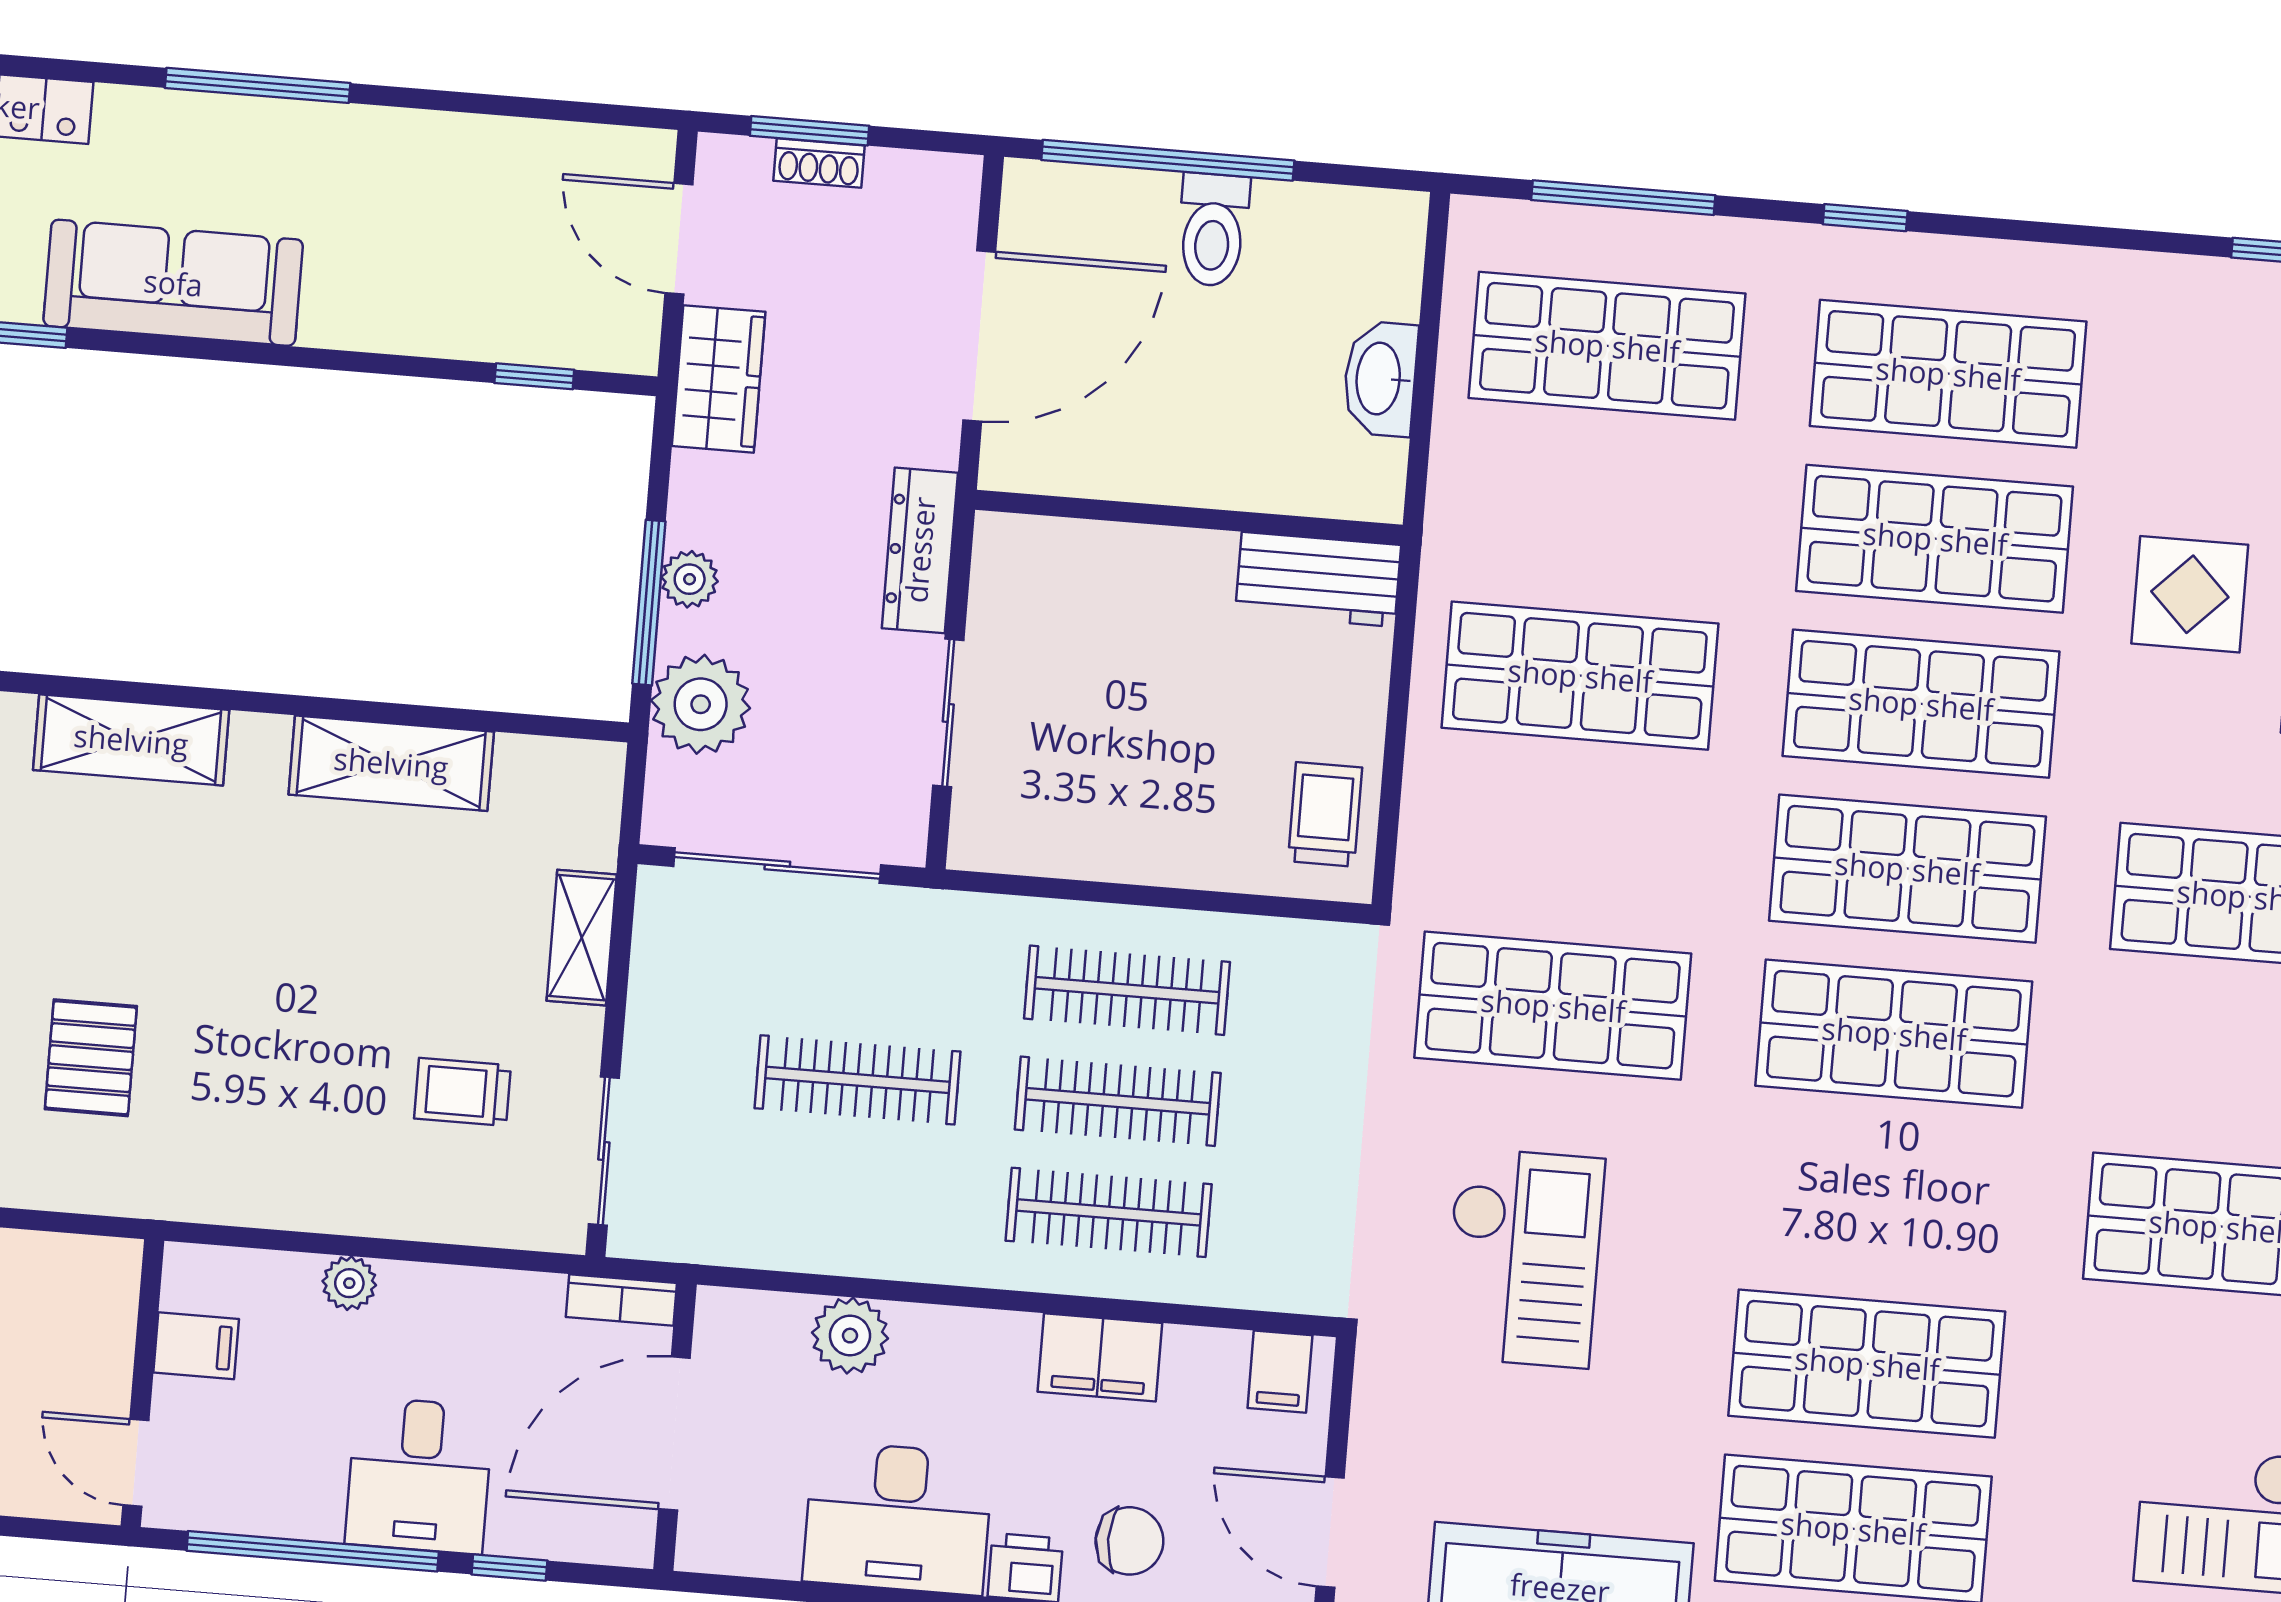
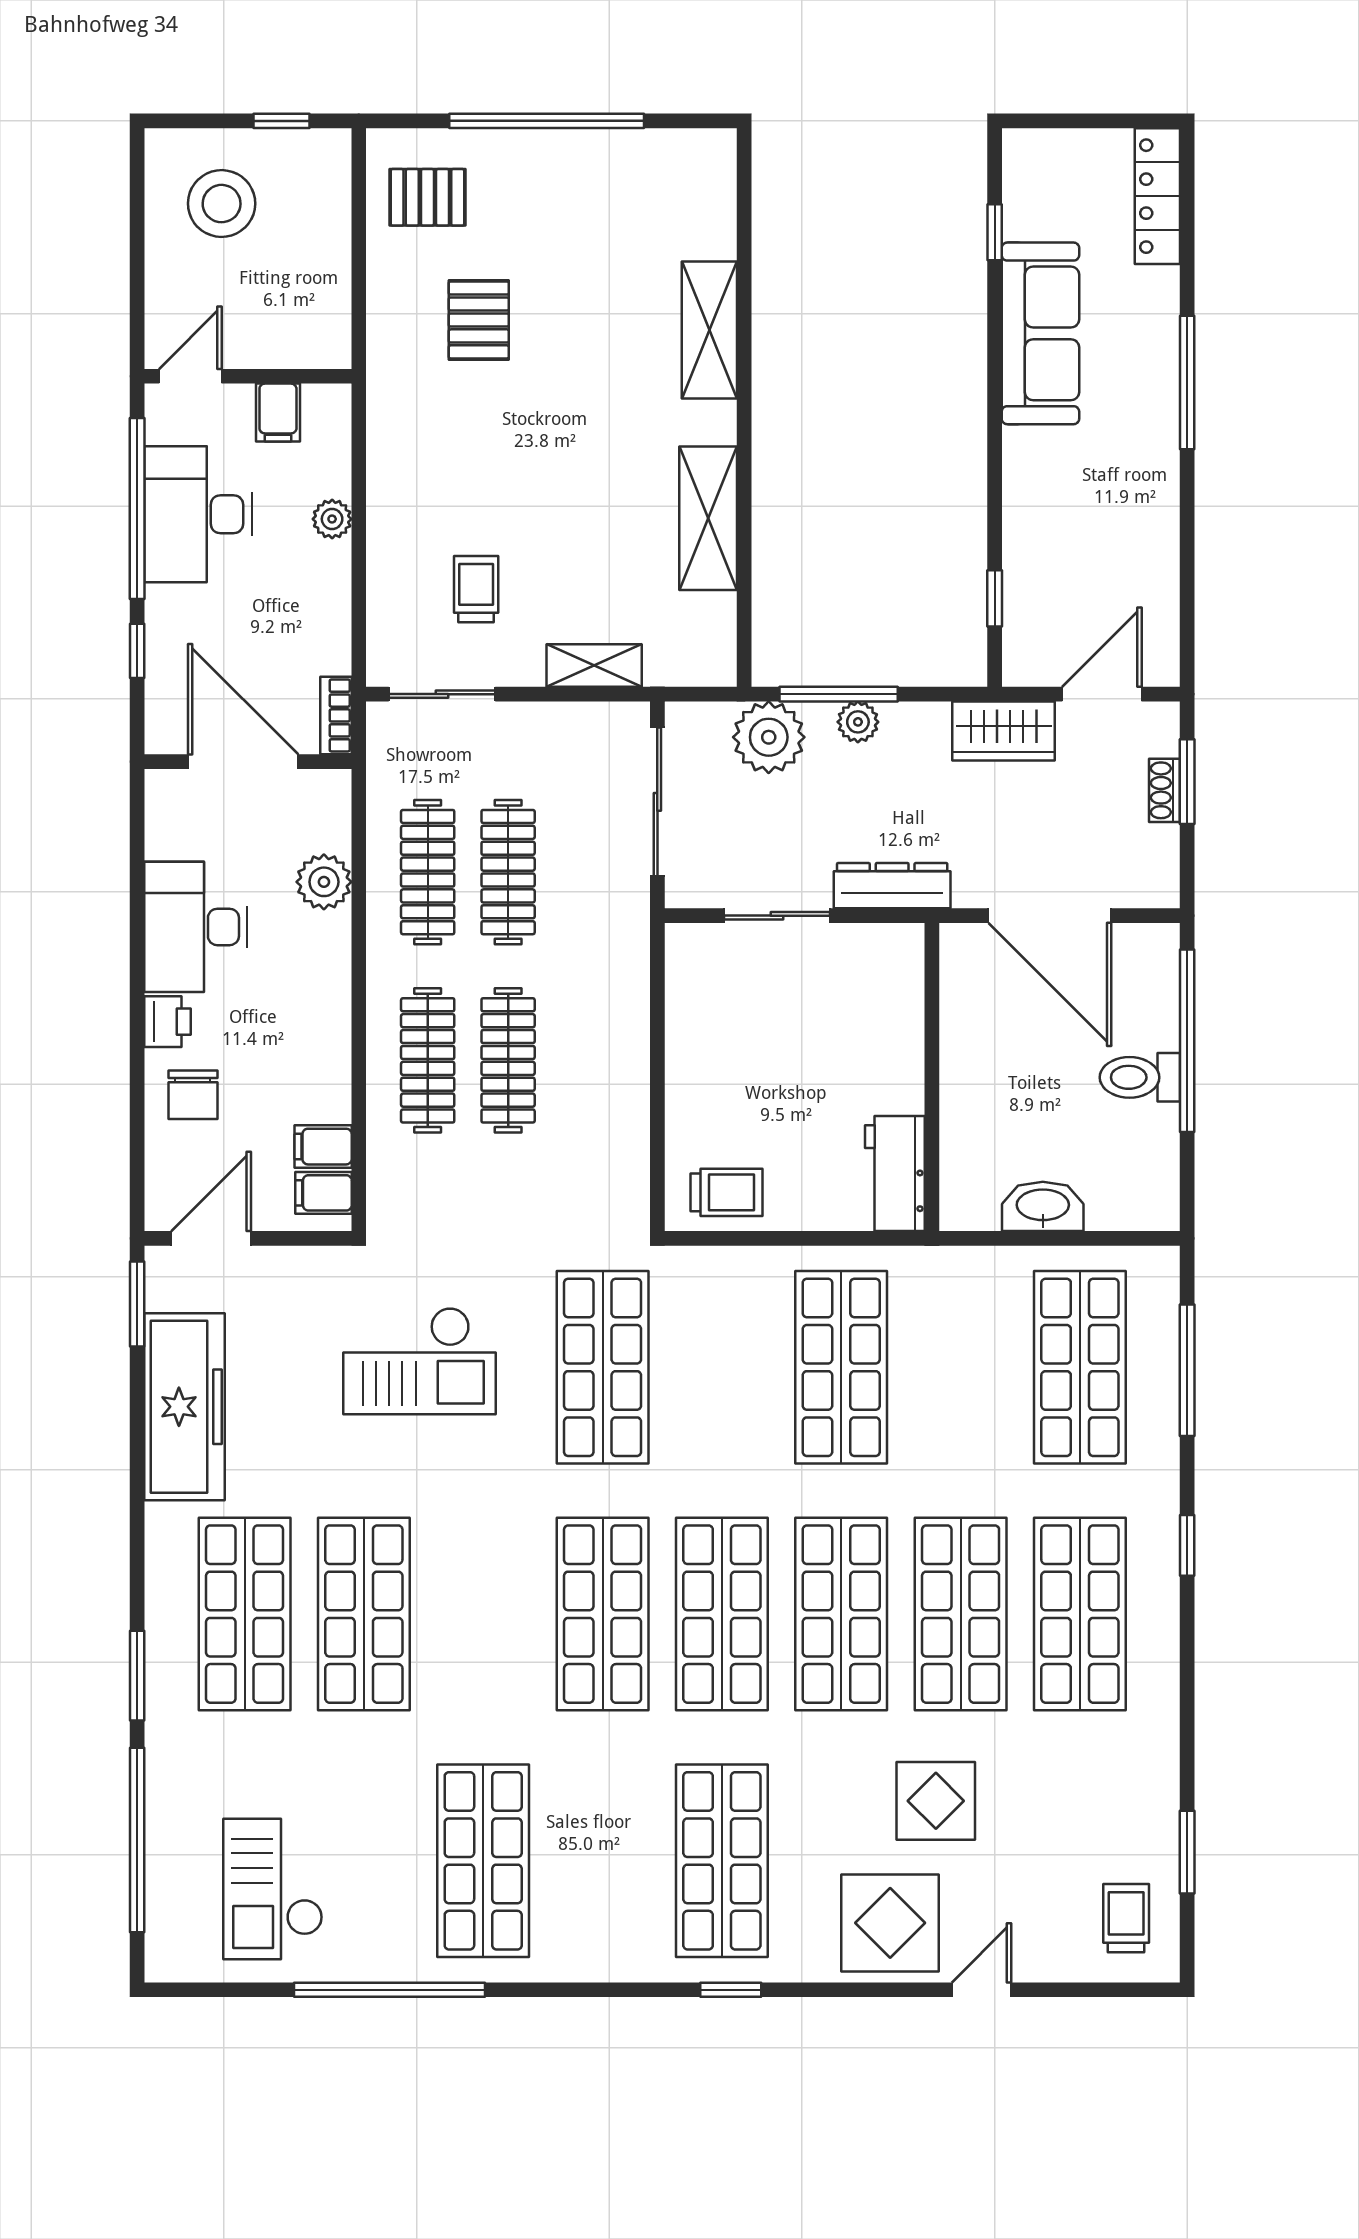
clothes rail: (1127, 990) -> (428, 872), moved
pallet: (91, 1058) -> (479, 320), turned 90
filing cabinet: (1100, 1357) -> (323, 1147), moved, width x0.50
desk: (419, 1475) -> (198, 514), moved, width x1.37

